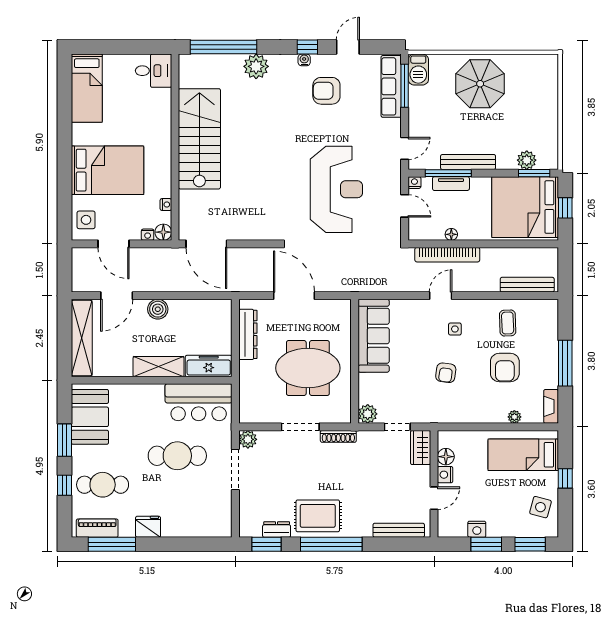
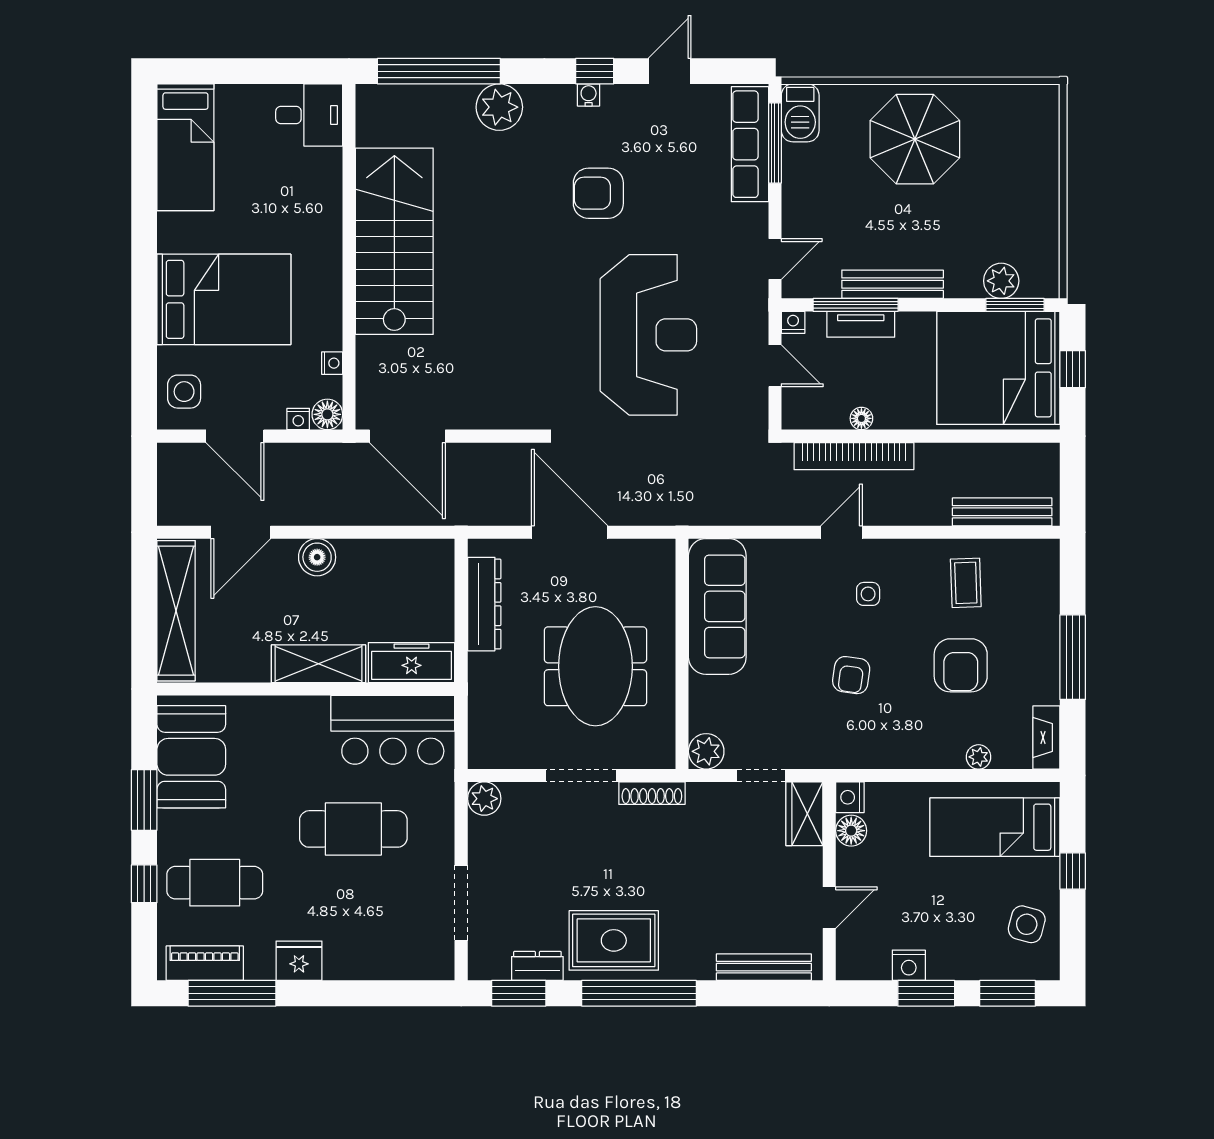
armchair: (326, 91) -> (598, 193), moved
meeting table: (308, 368) -> (595, 666), turned 90
doorway: (235, 469) -> (461, 903), moved
nightstand: (445, 475) -> (850, 797), moved

